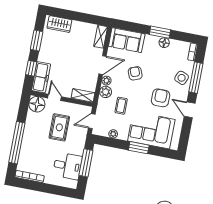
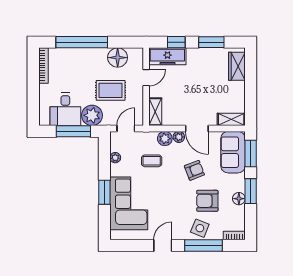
window: (130, 26) -> (251, 153), added
armchair: (161, 98) -> (207, 201), moved, turned 180
floor lamp: (37, 104) -> (118, 58), moved
door: (92, 121) -> (126, 128), hinge flipped
plant: (76, 146) -> (92, 115), added

